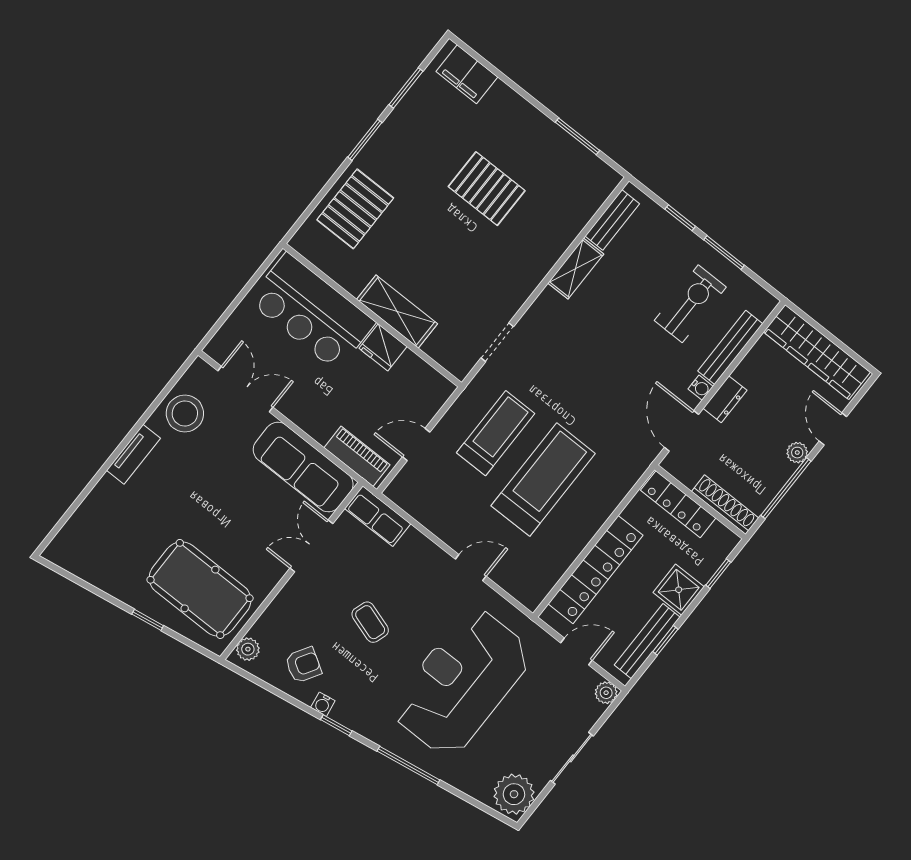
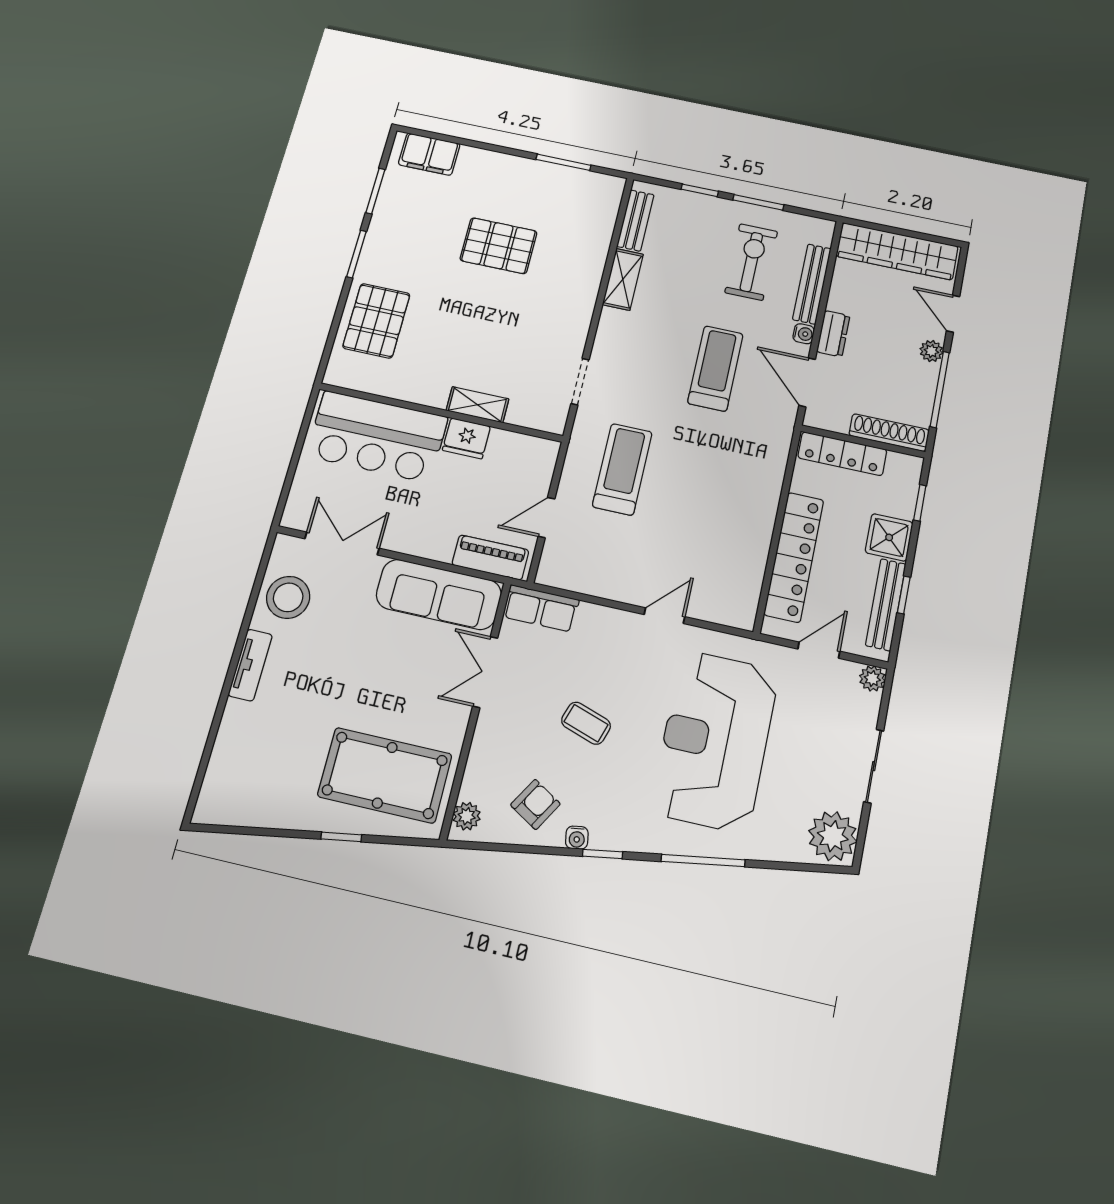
shelving: (397, 311) -> (477, 405), width x0.67, depth x0.75
treadmill: (543, 480) -> (715, 368), moved, width x0.73, depth x0.73

